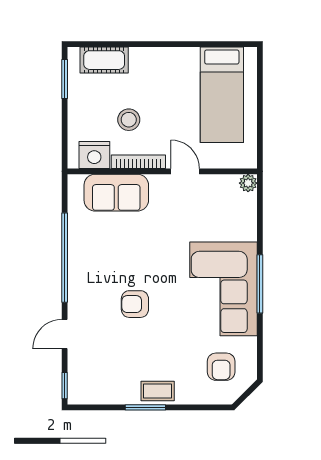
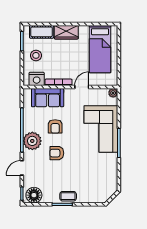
wardrobe: (154, 61) -> (66, 32), added
stool: (129, 120) -> (36, 55), moved
door: (185, 171) -> (82, 87), hinge flipped
plant: (86, 280) -> (32, 141), added
corner sofa: (224, 289) -> (101, 129), moved
armchair: (221, 367) -> (55, 126), moved
floor lamp: (89, 389) -> (34, 195), added

